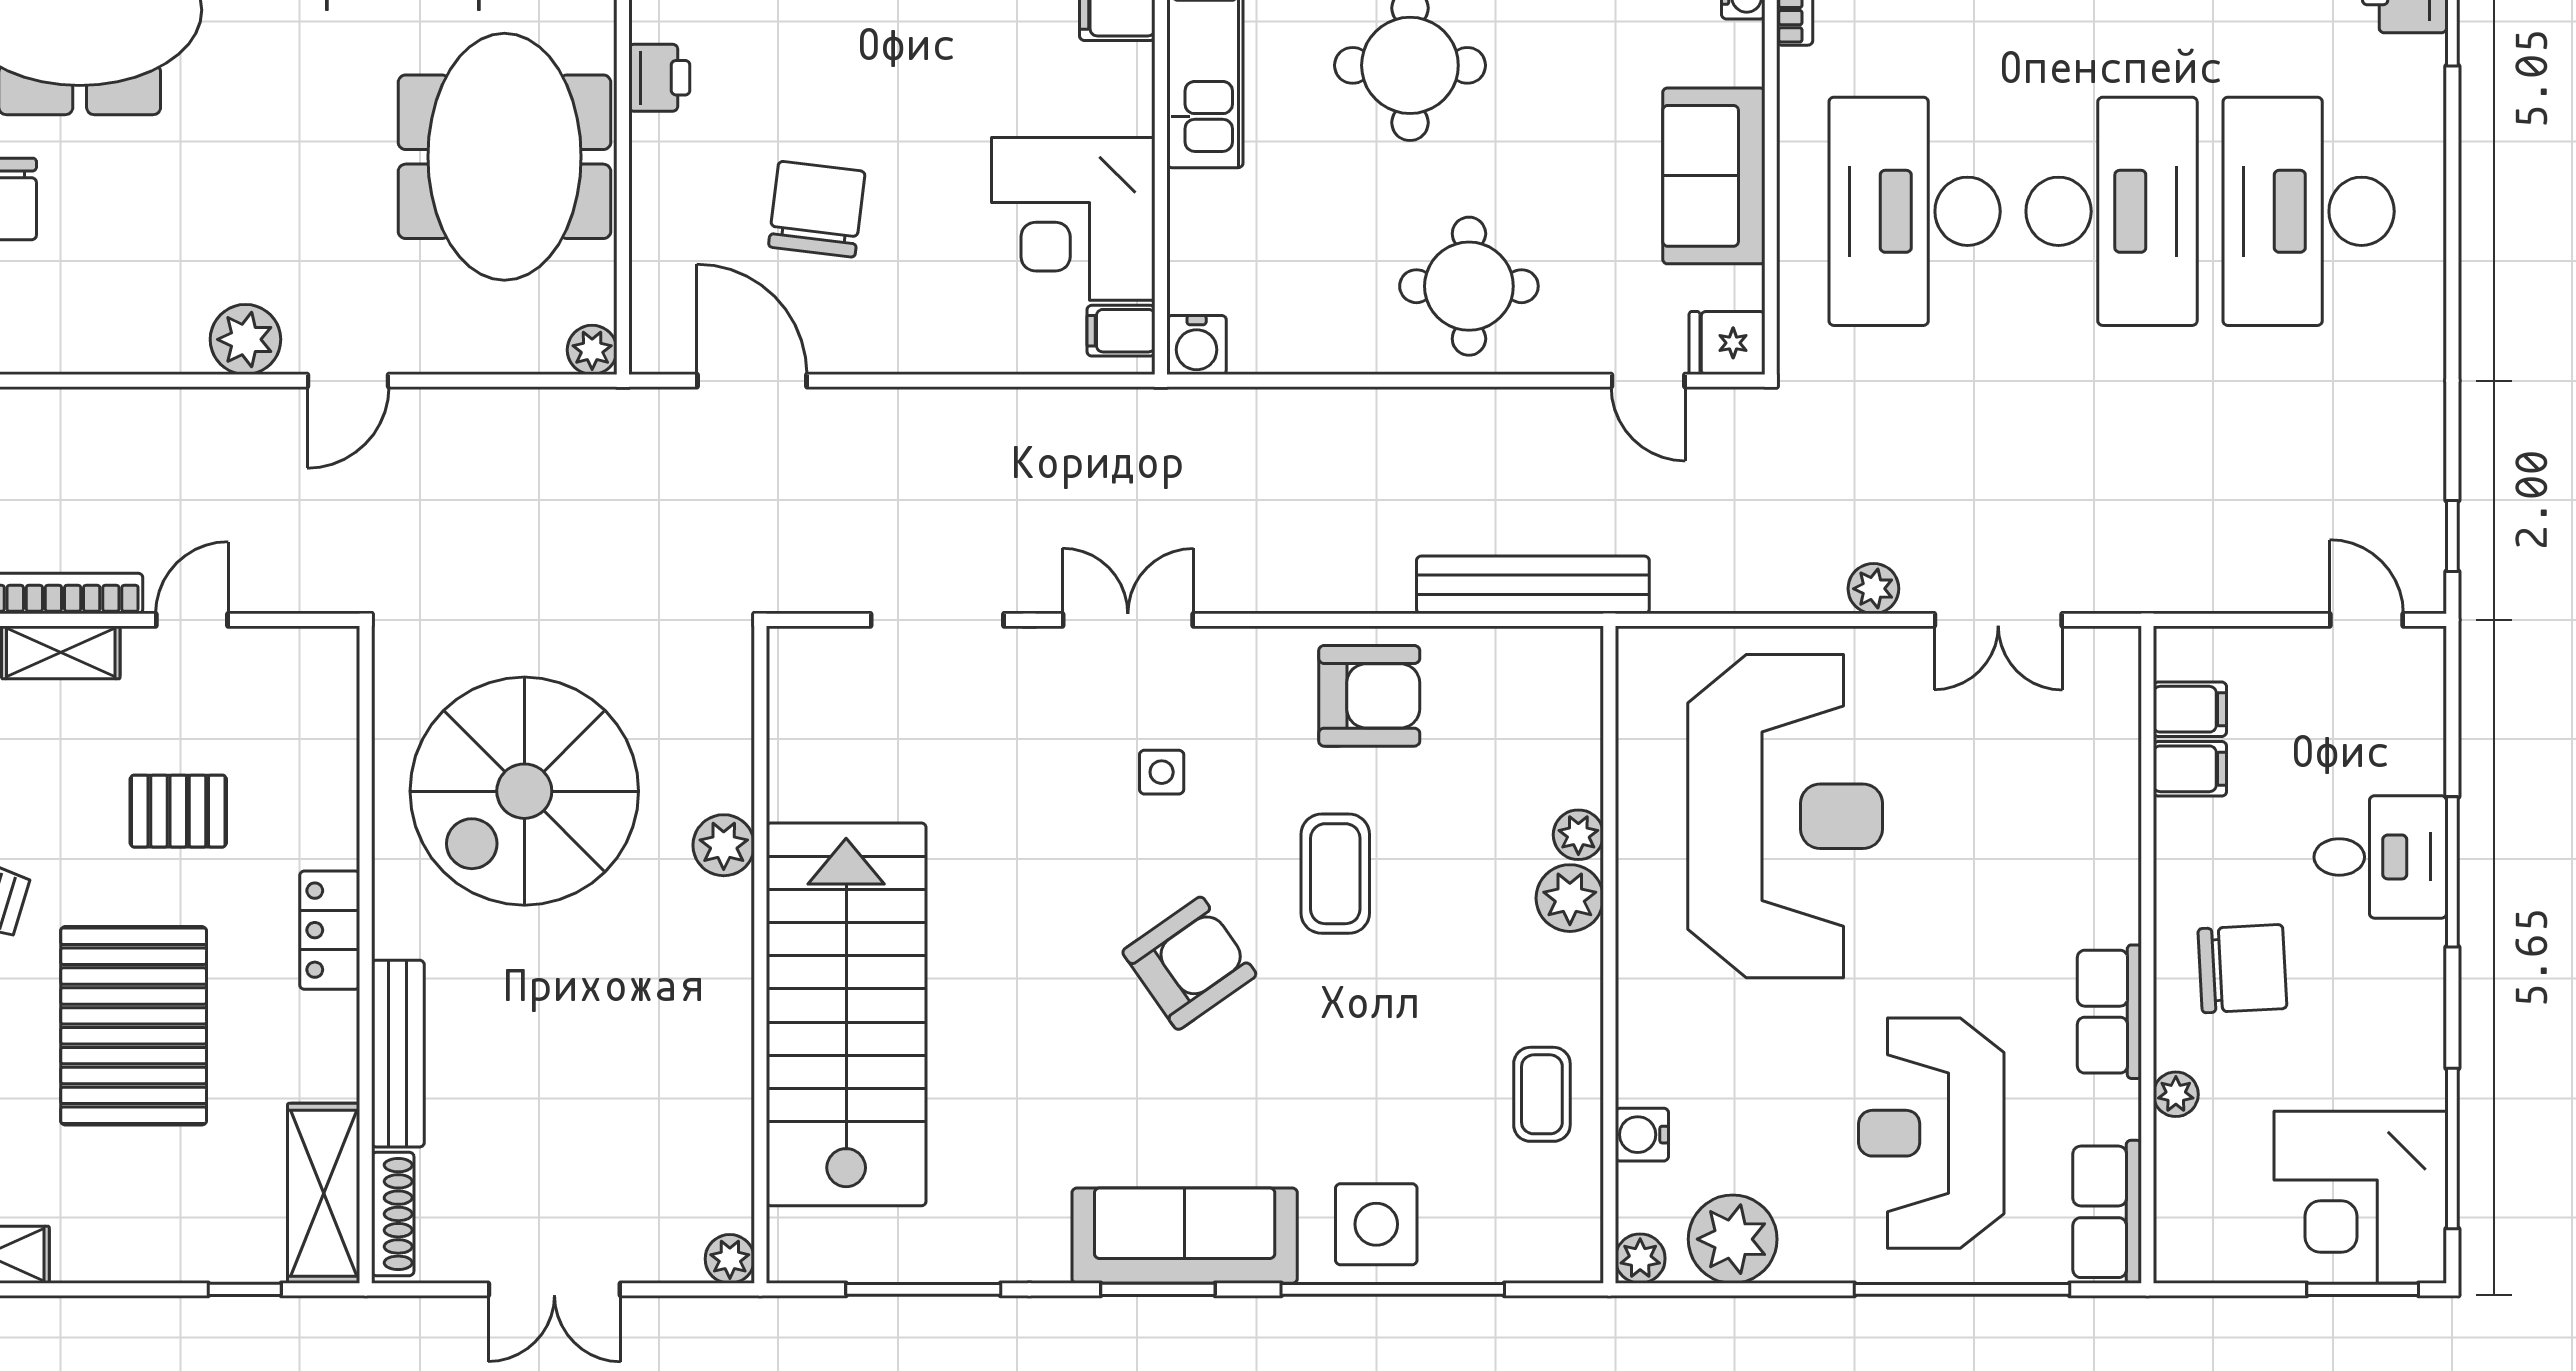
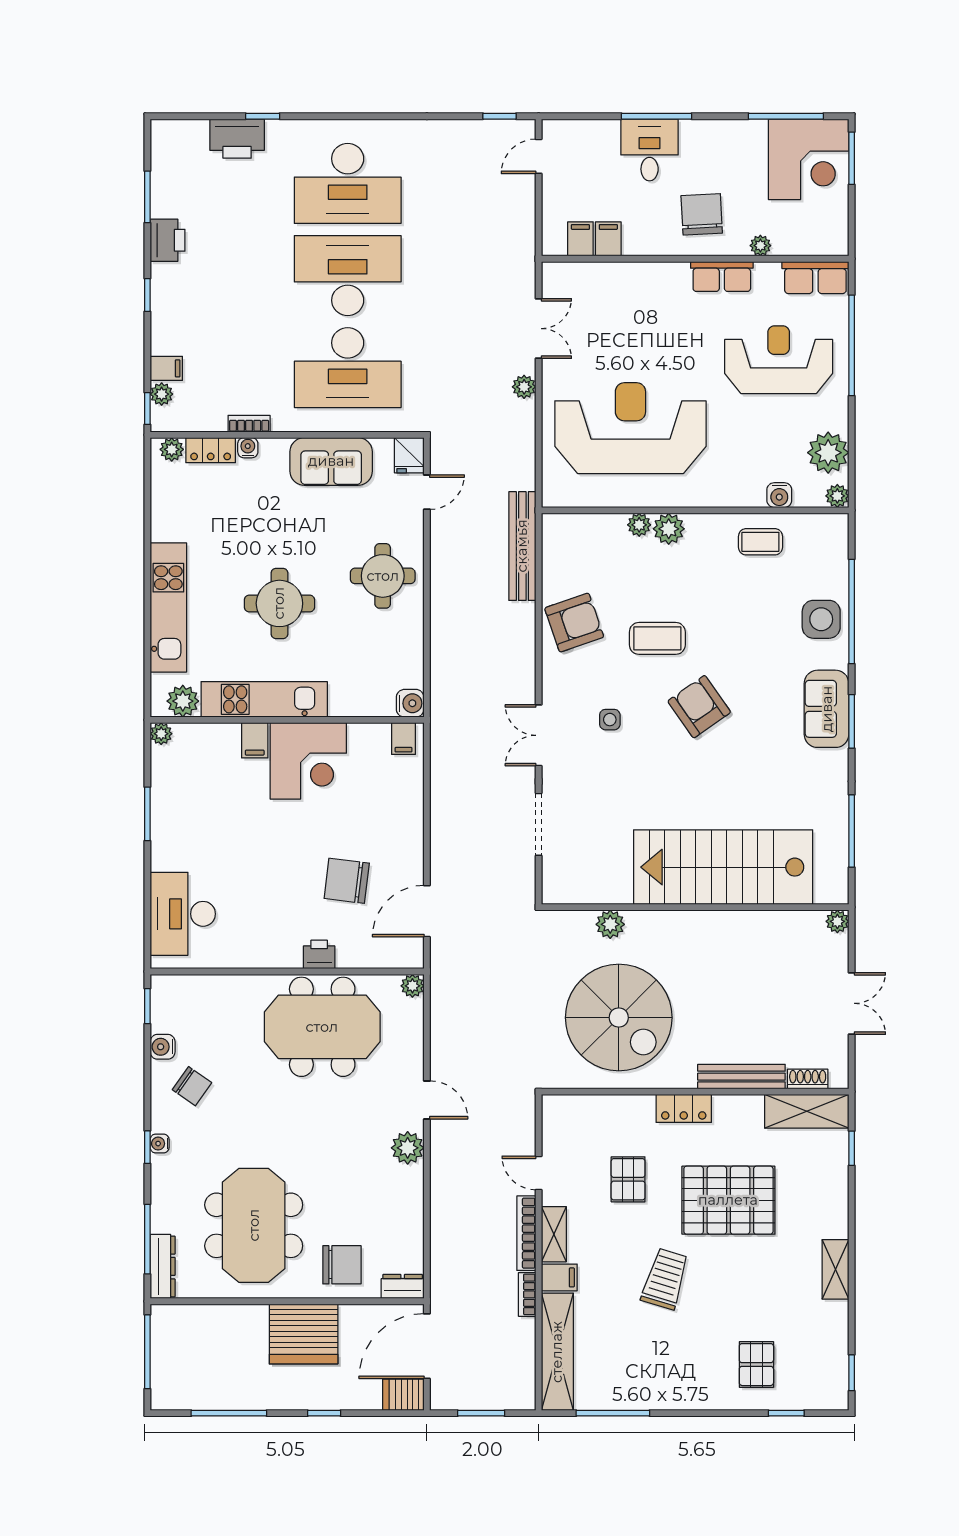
printer: (659, 78) -> (319, 954), moved
corner desk: (1073, 219) -> (308, 761), moved
armchair: (1369, 696) -> (574, 623), turned 71
plant: (724, 845) -> (610, 924), moved
reception desk: (1931, 1133) -> (779, 360), turned 180
shoe rack: (393, 1214) -> (808, 1079), width x0.70
sofa: (1185, 1236) -> (827, 709), width x0.73

